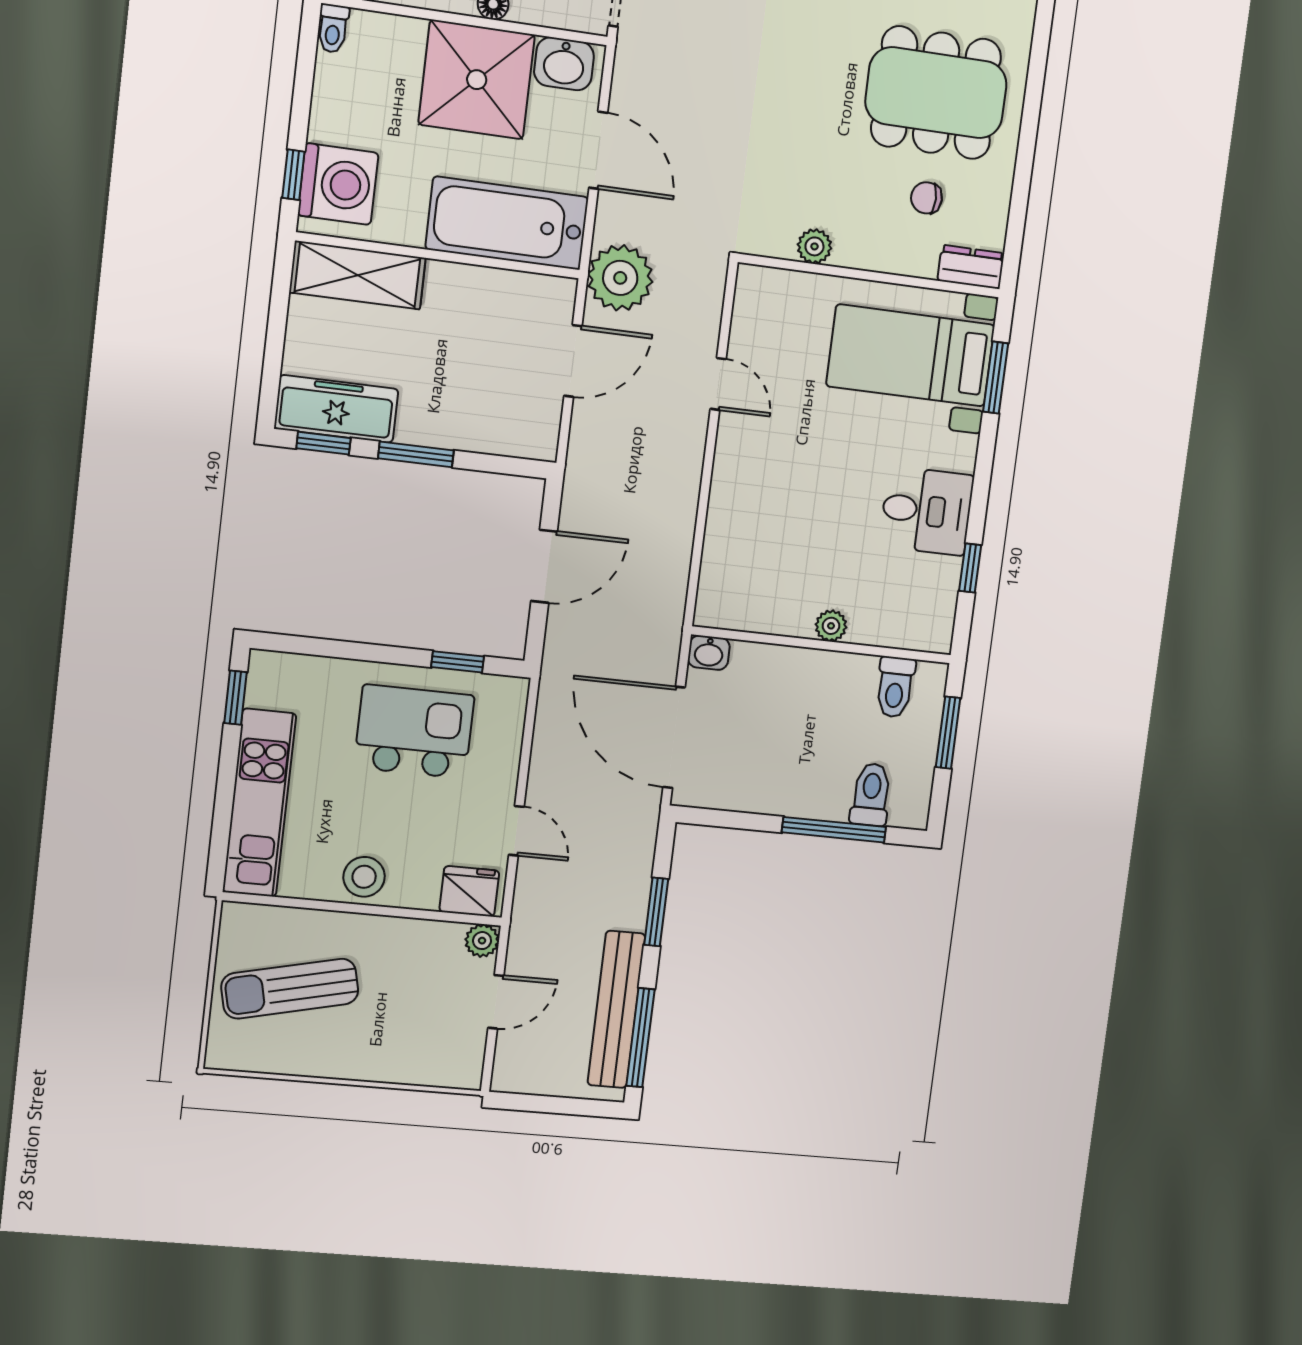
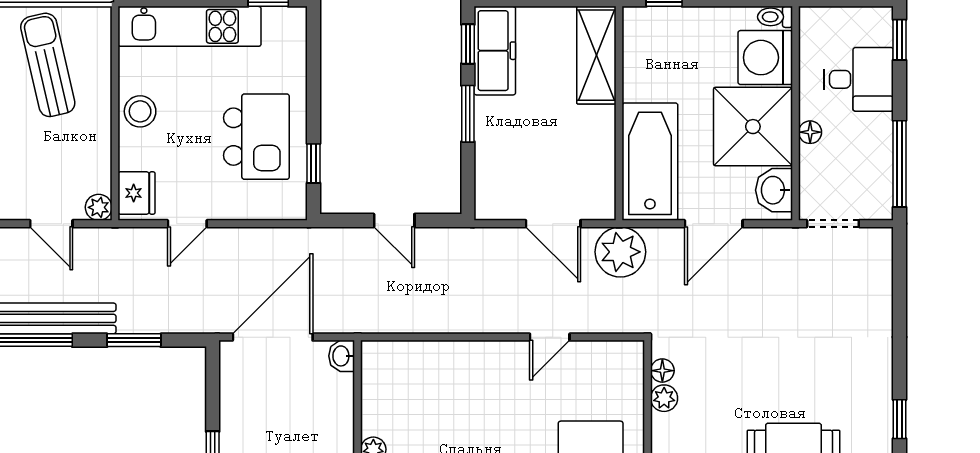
washing machine: (338, 184) -> (765, 58), moved, turned 90
floor lamp: (779, 244) -> (662, 371), added
door: (544, 566) -> (394, 220), width x0.73

